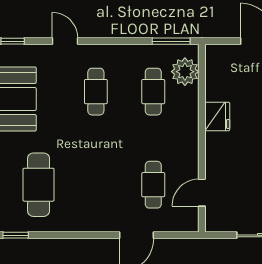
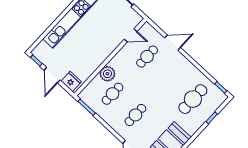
plant: (185, 72) -> (107, 74), moved
fridge: (217, 116) -> (71, 81), moved, turned 90

